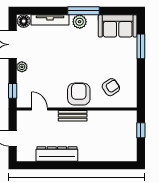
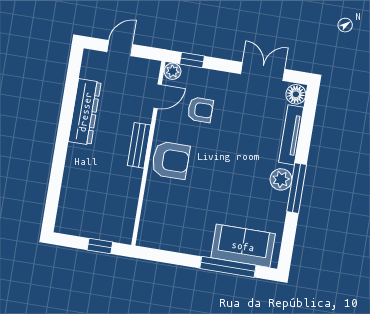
sofa: (118, 26) -> (243, 246), moved, turned 90
window: (141, 46) -> (228, 267), width x1.44
plant: (22, 67) -> (173, 71), moved
armchair: (111, 87) -> (200, 110), moved, turned -56

